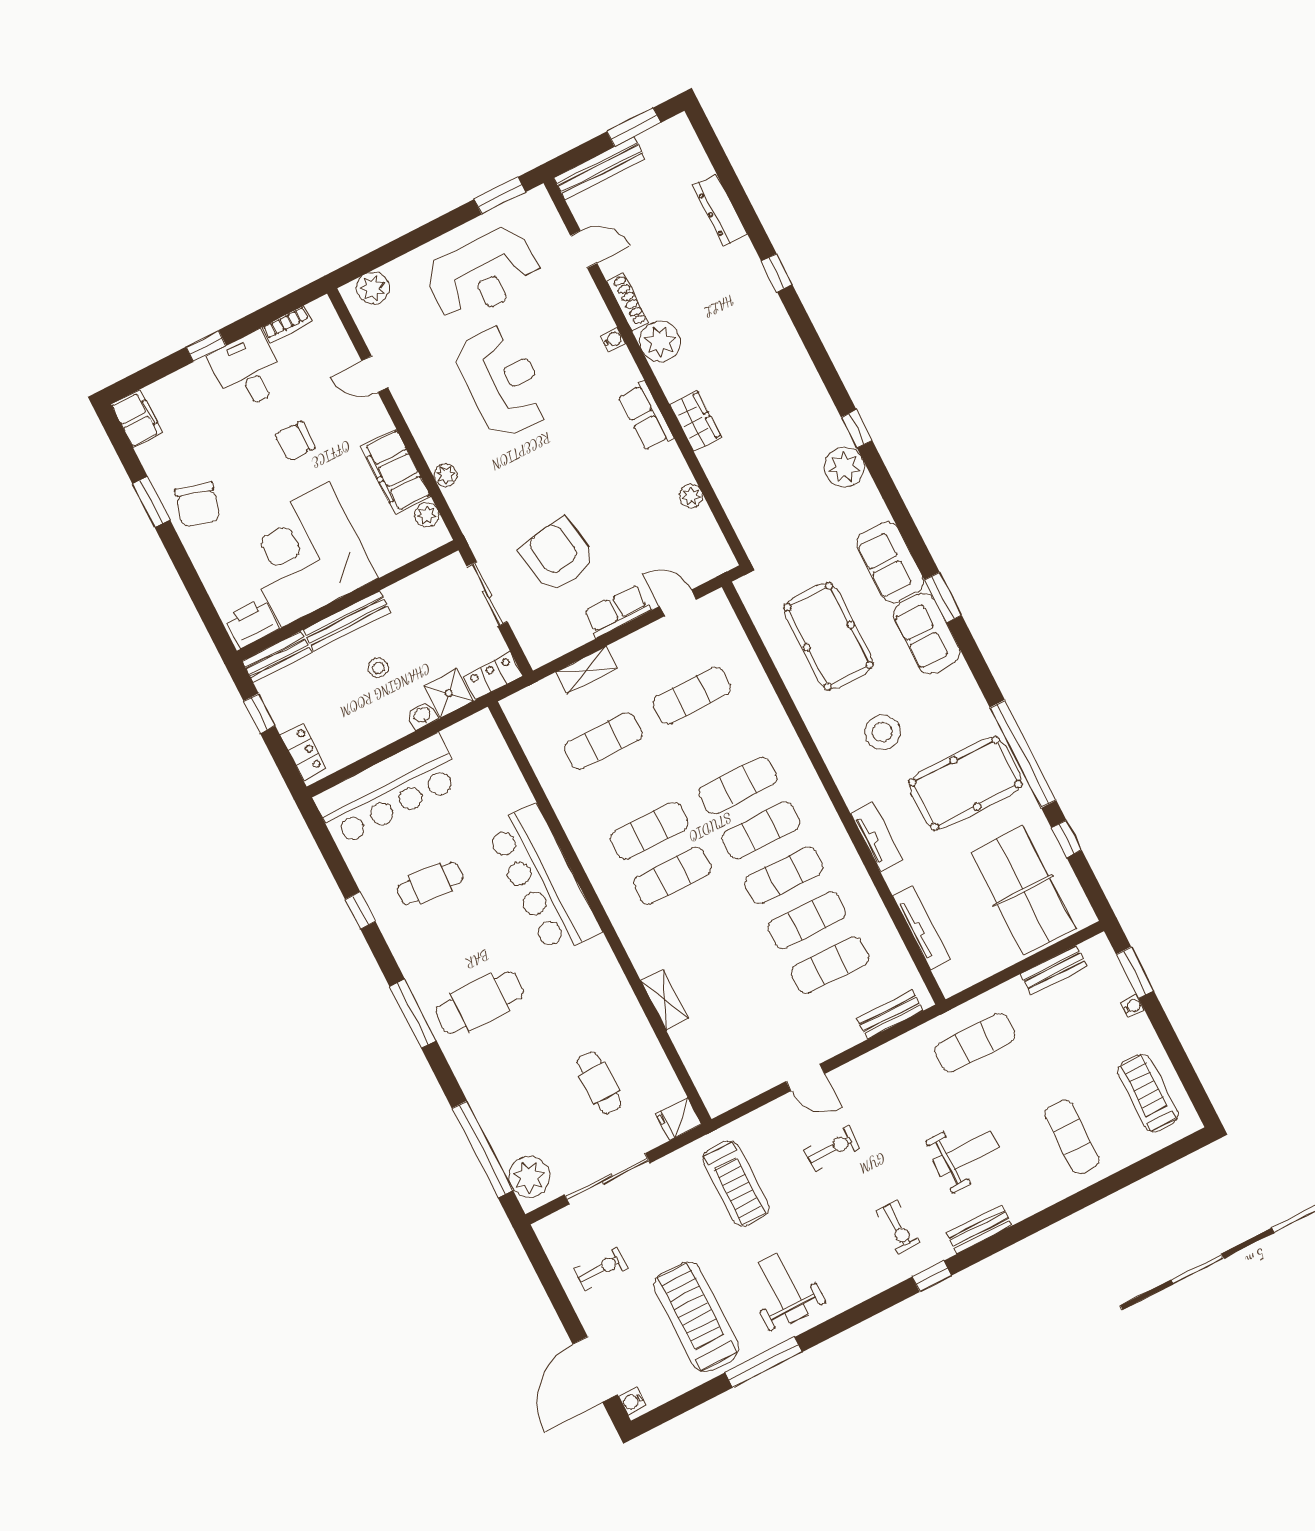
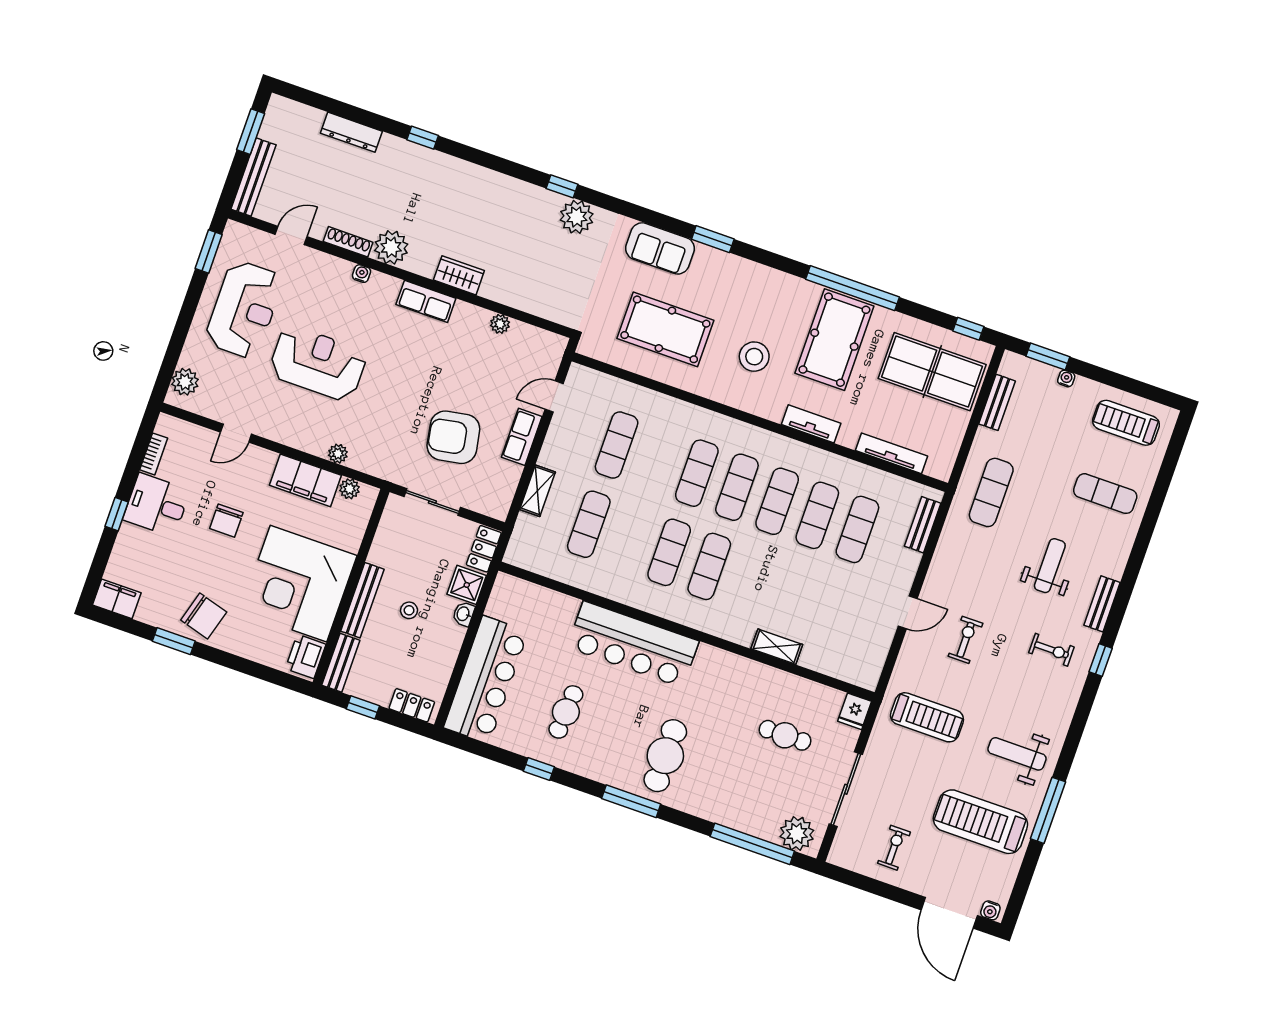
sofa: (927, 633) -> (724, 271), removed
window: (1066, 839) -> (968, 329), moved

